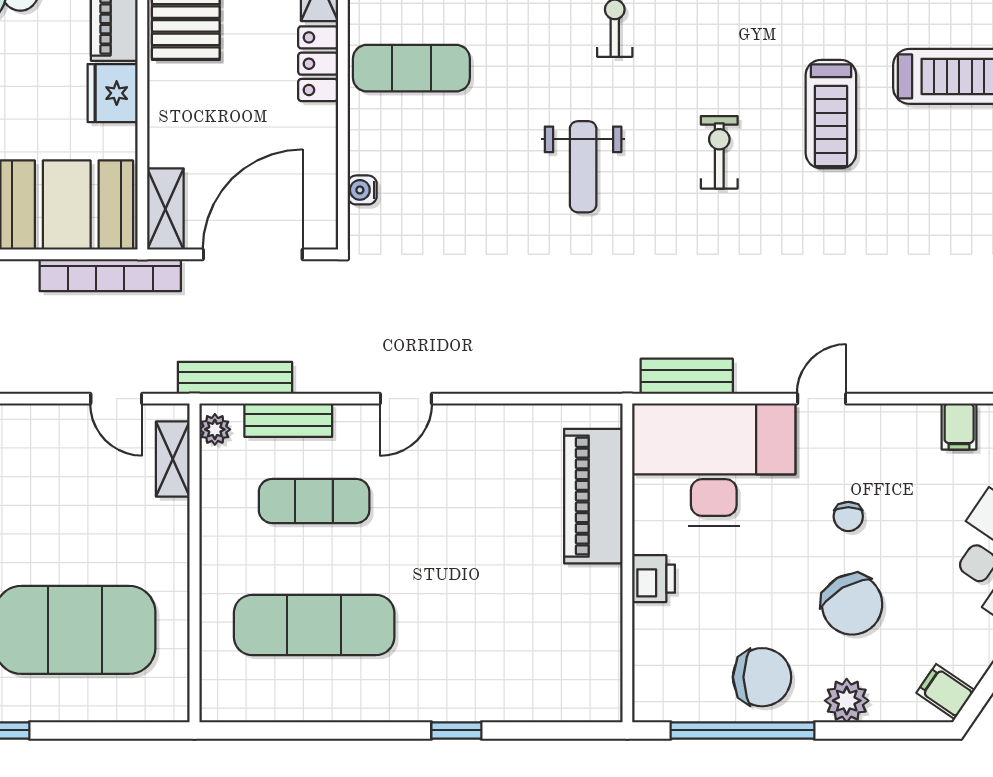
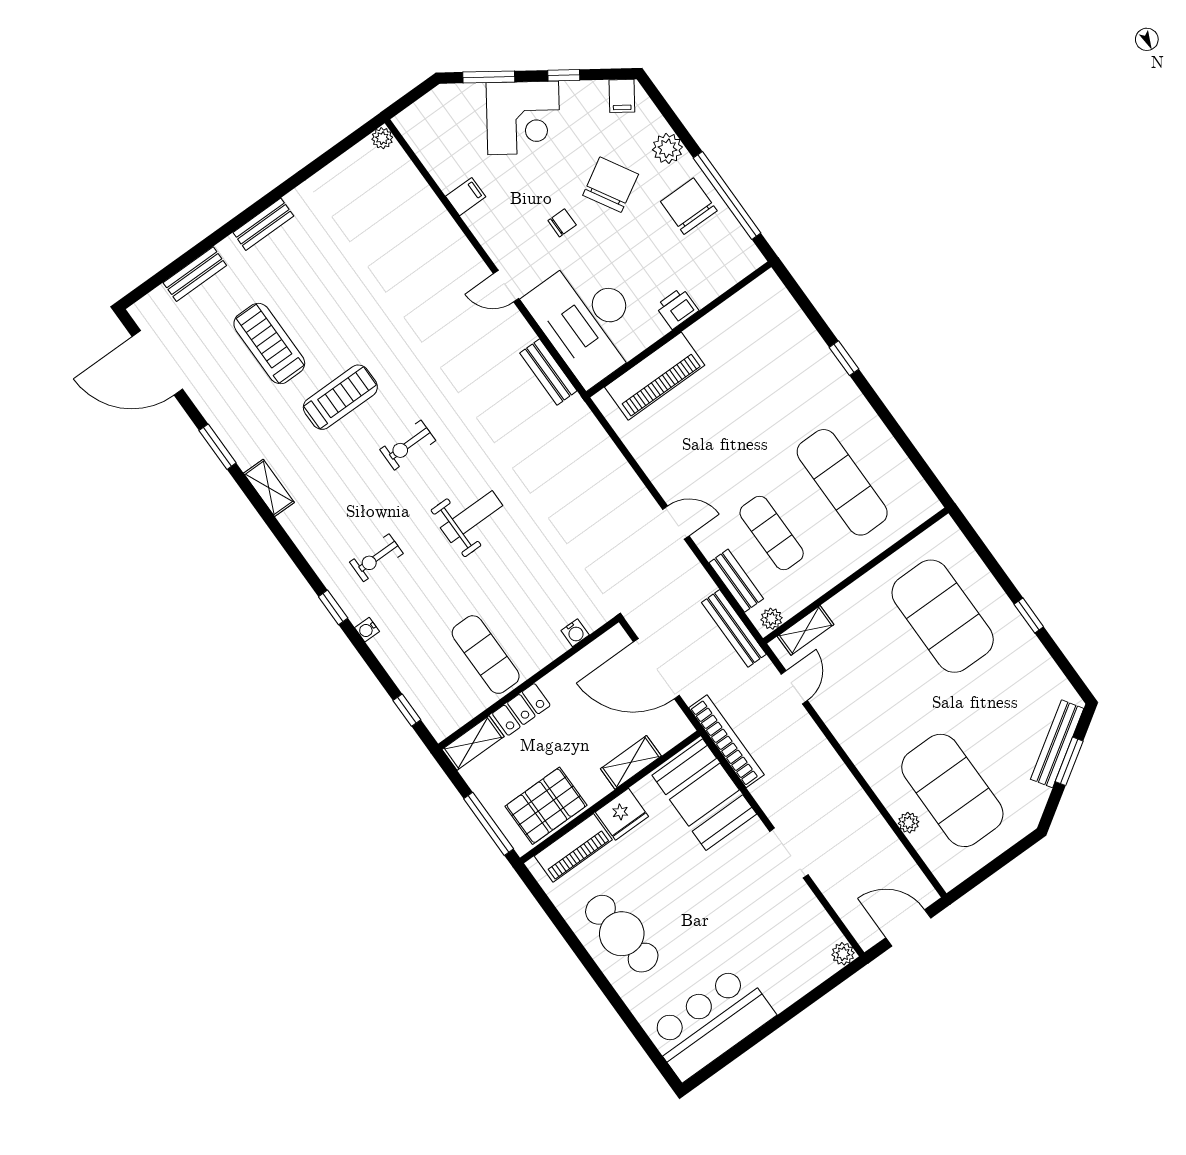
shelving: (165, 209) -> (631, 762), moved

